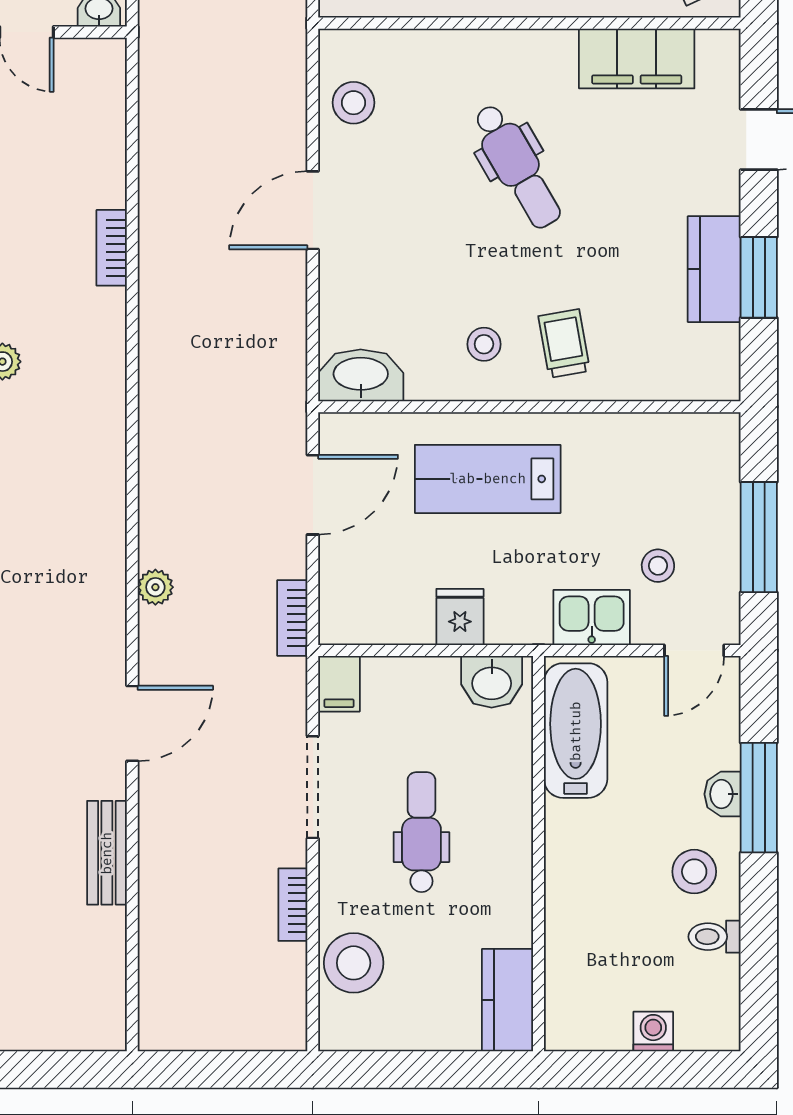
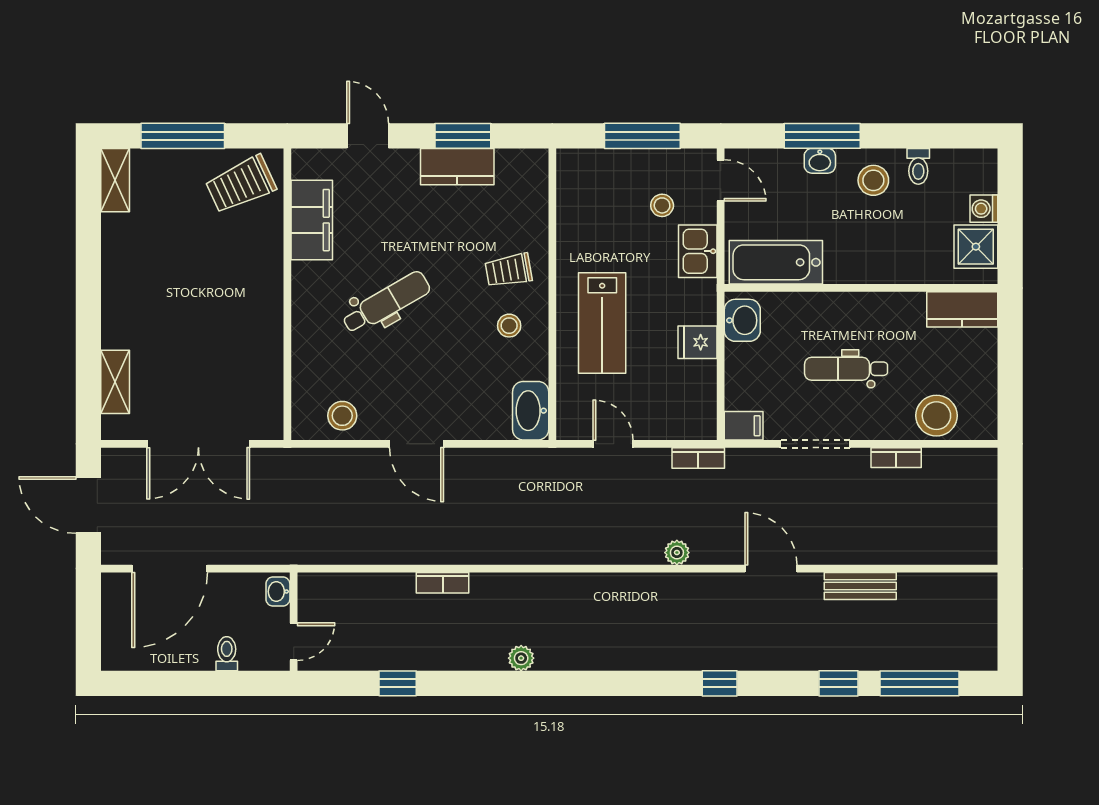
door: (313, 495) -> (613, 444), width x0.73
shower: (598, 1020) -> (976, 247), added

